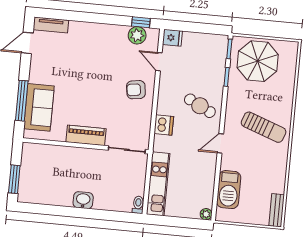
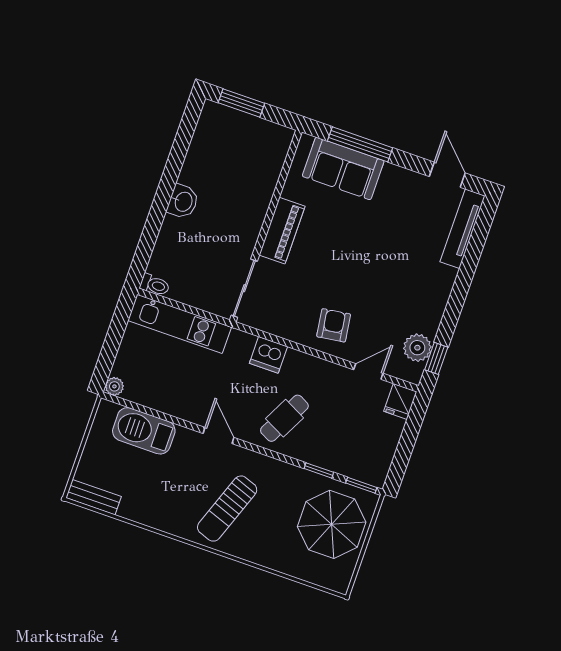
tv unit: (51, 25) -> (463, 229), width x1.41

